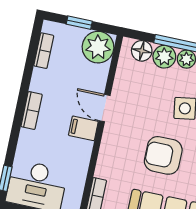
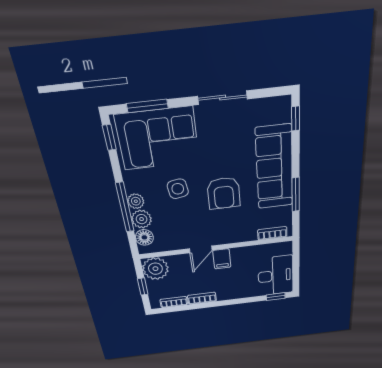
bookcase: (32, 110) -> (202, 298), moved

